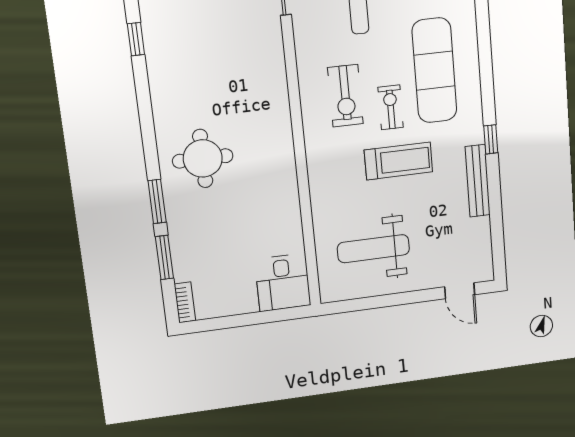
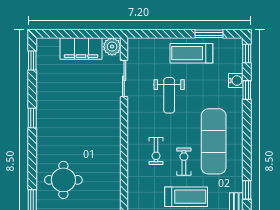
window: (136, 39) -> (32, 118), moved
exercise bike: (345, 96) -> (156, 151), width x0.73, depth x0.72

